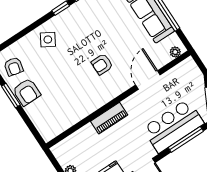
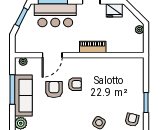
armchair: (27, 92) -> (54, 89), moved

